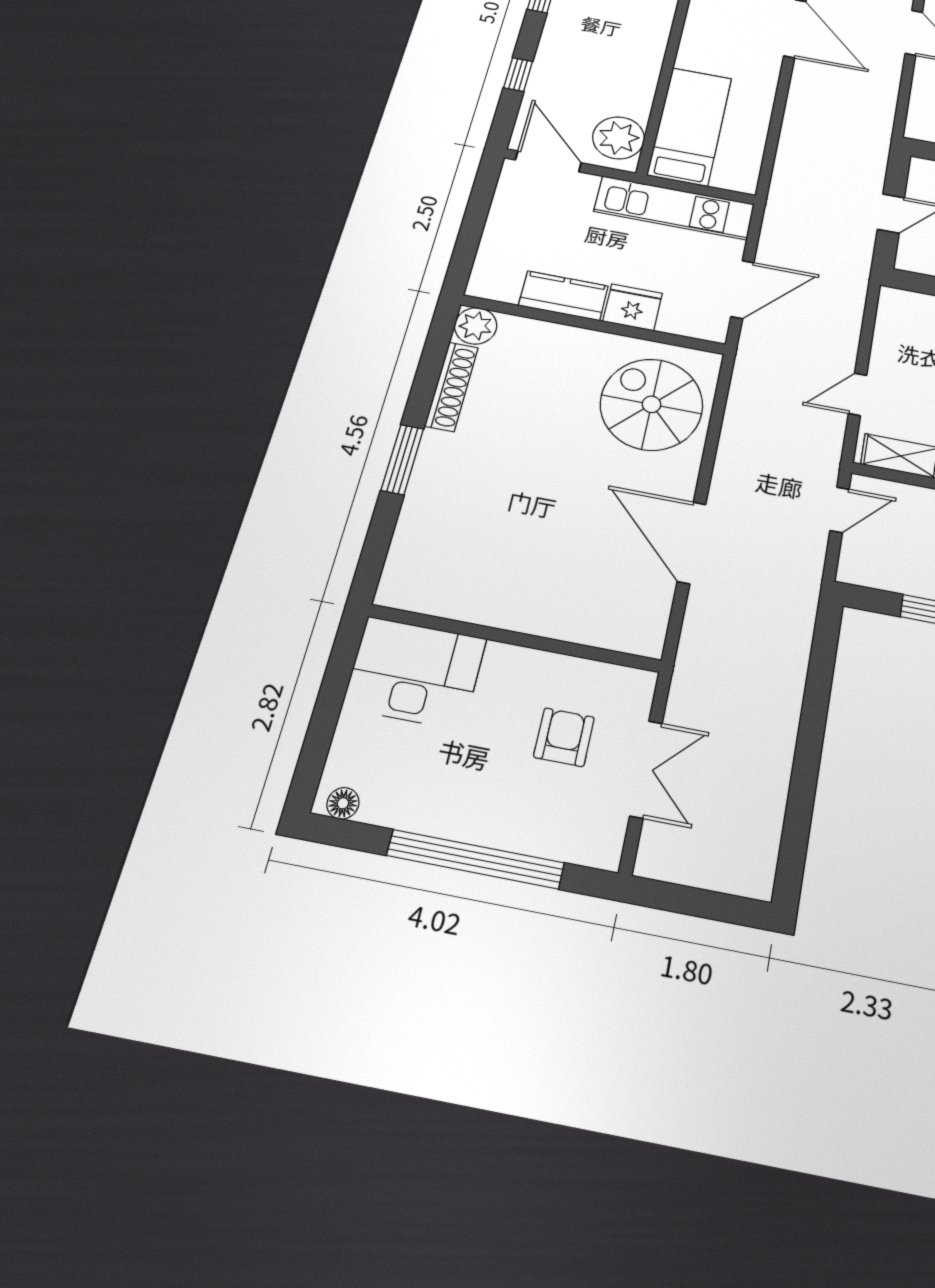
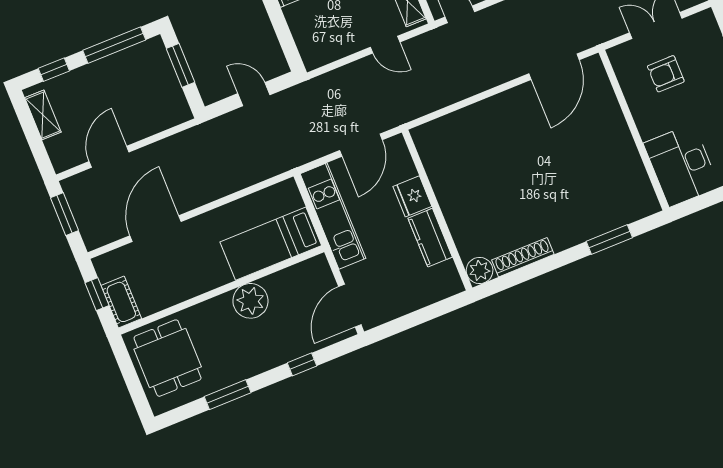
plant: (619, 138) -> (250, 301), moved
door: (742, 289) -> (361, 145), swing flipped
spiral stairs: (651, 404) -> (464, 148), removed
window: (402, 459) -> (609, 240), moved
door: (692, 543) -> (554, 67), moved

